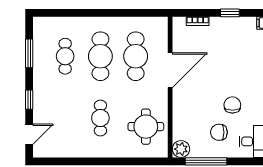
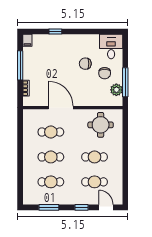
window: (230, 13) -> (20, 65), width x2.17
cafe table: (100, 56) -> (51, 157), width x0.73, depth x0.74
cafe table: (136, 56) -> (51, 132), width x0.73, depth x0.74
cafe table: (65, 118) -> (95, 182), added
plant: (181, 149) -> (116, 90), moved

